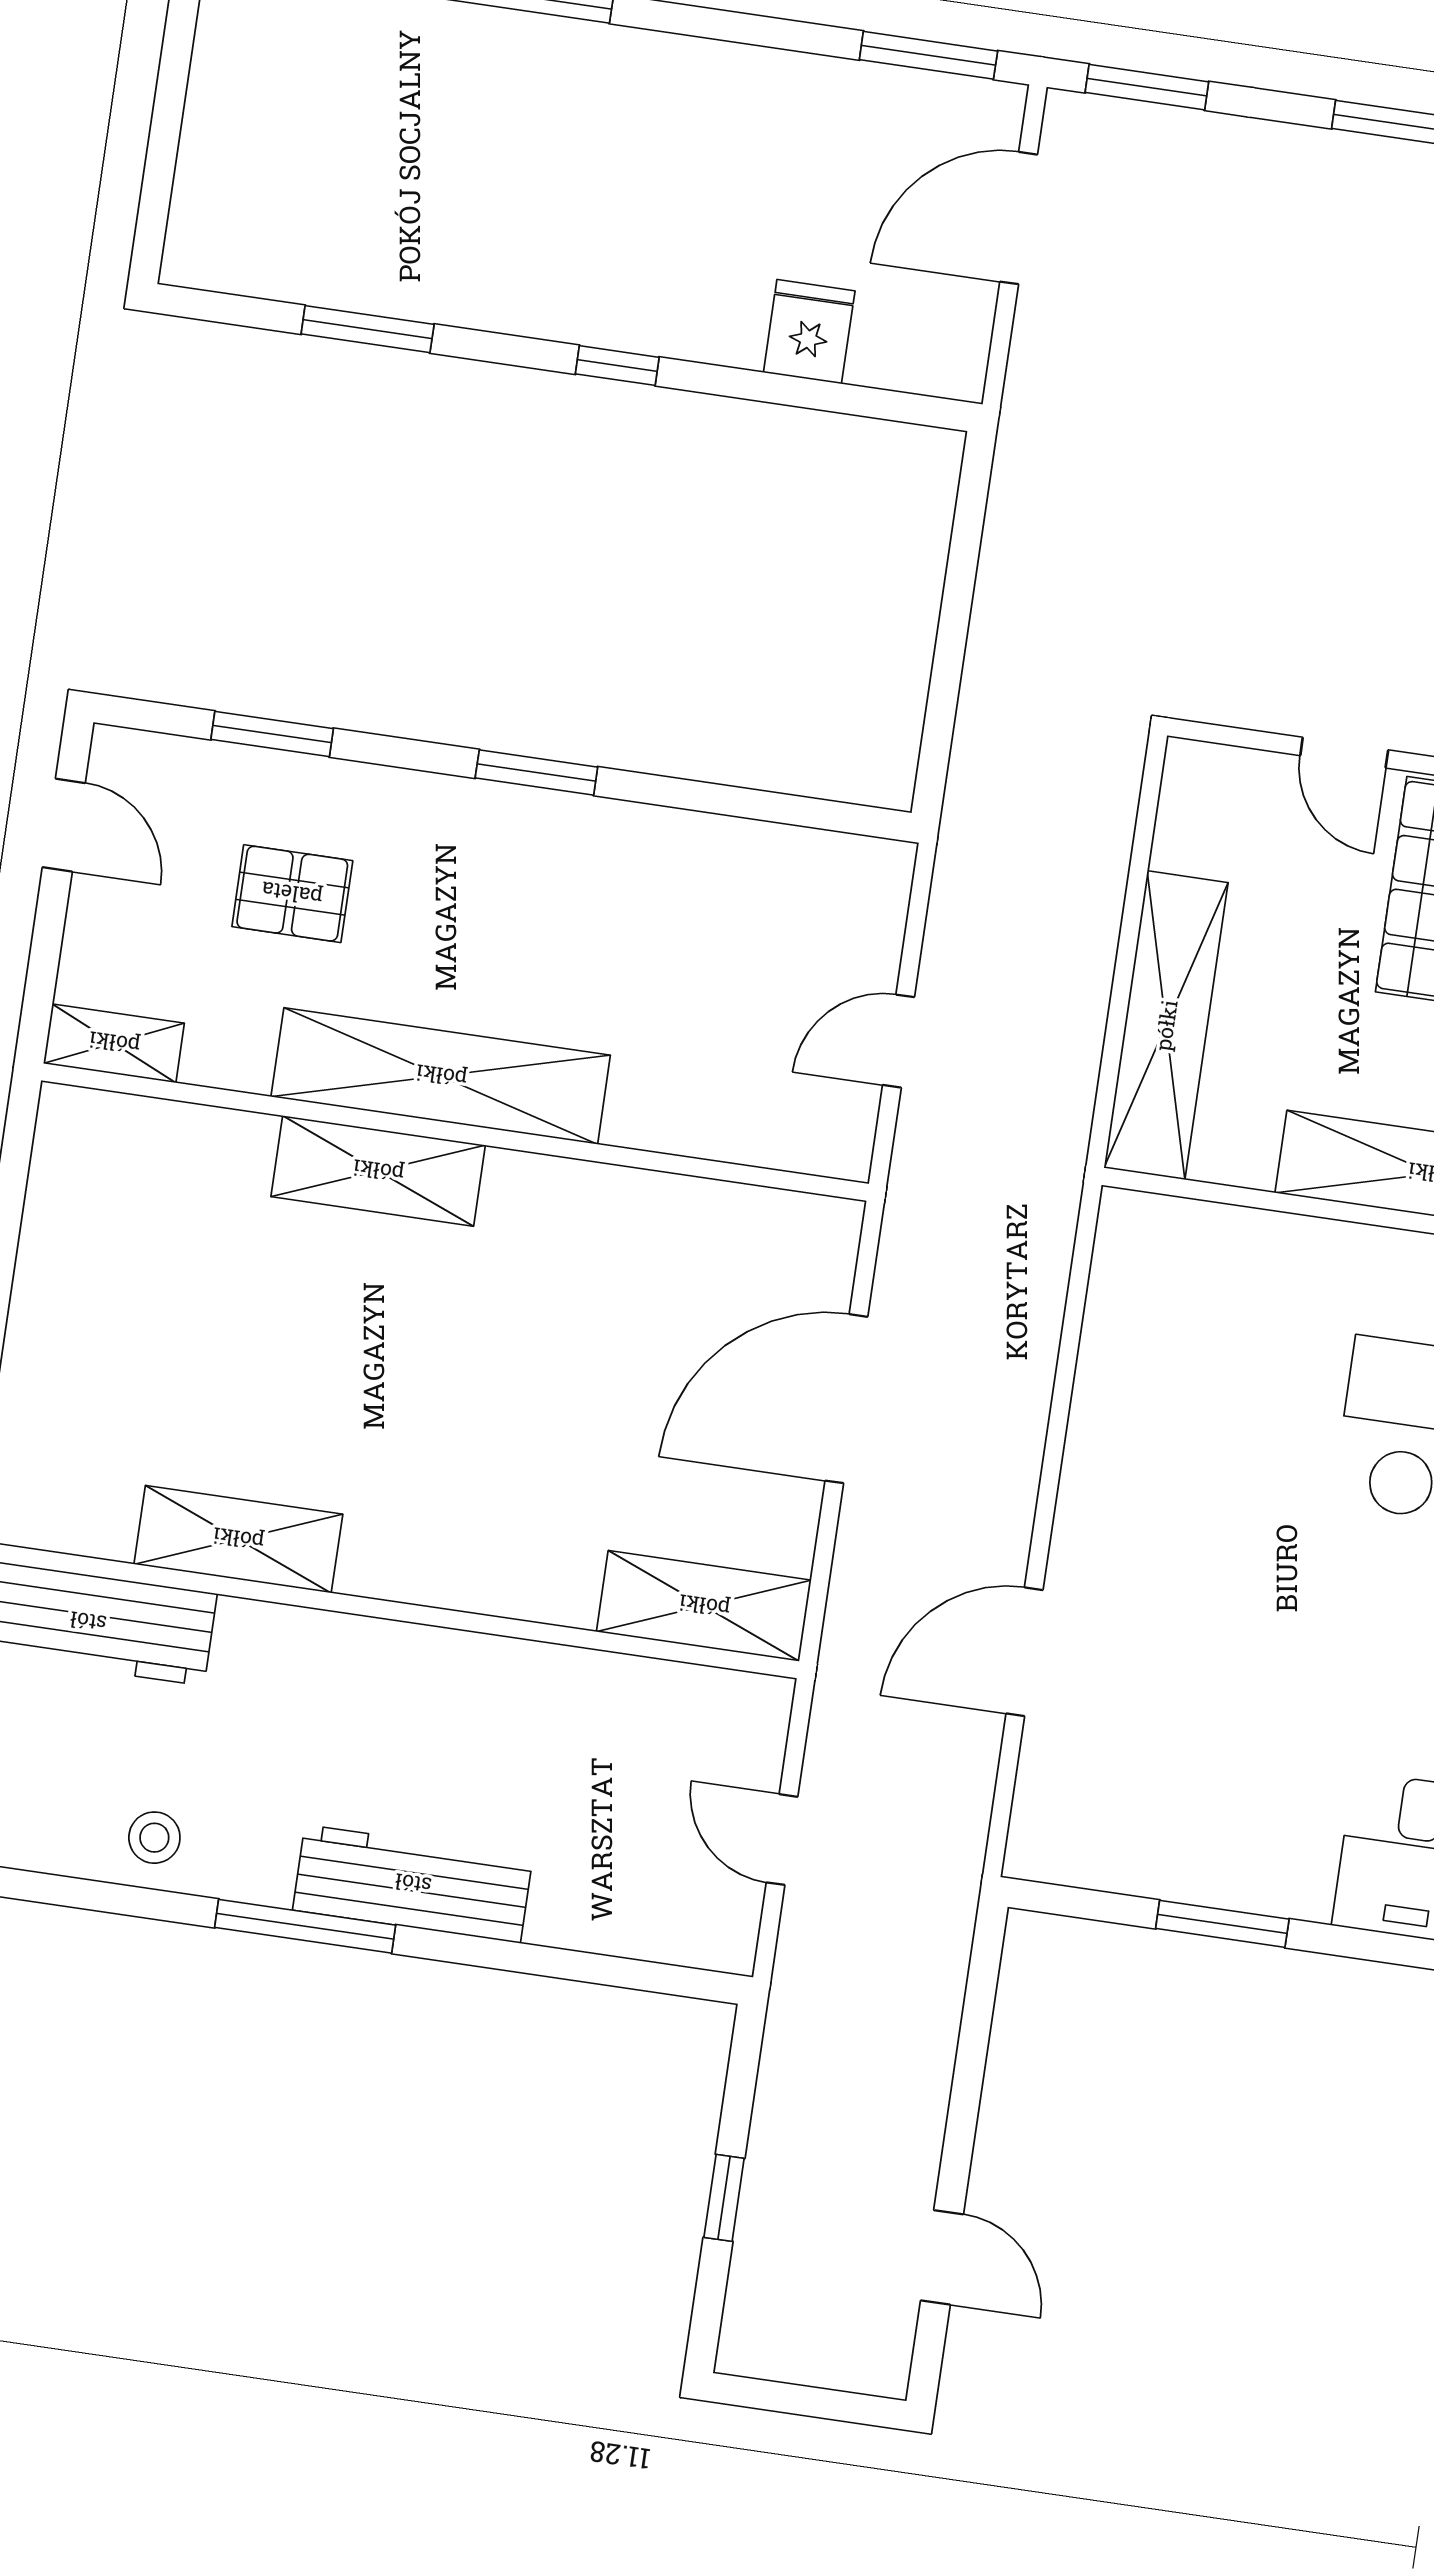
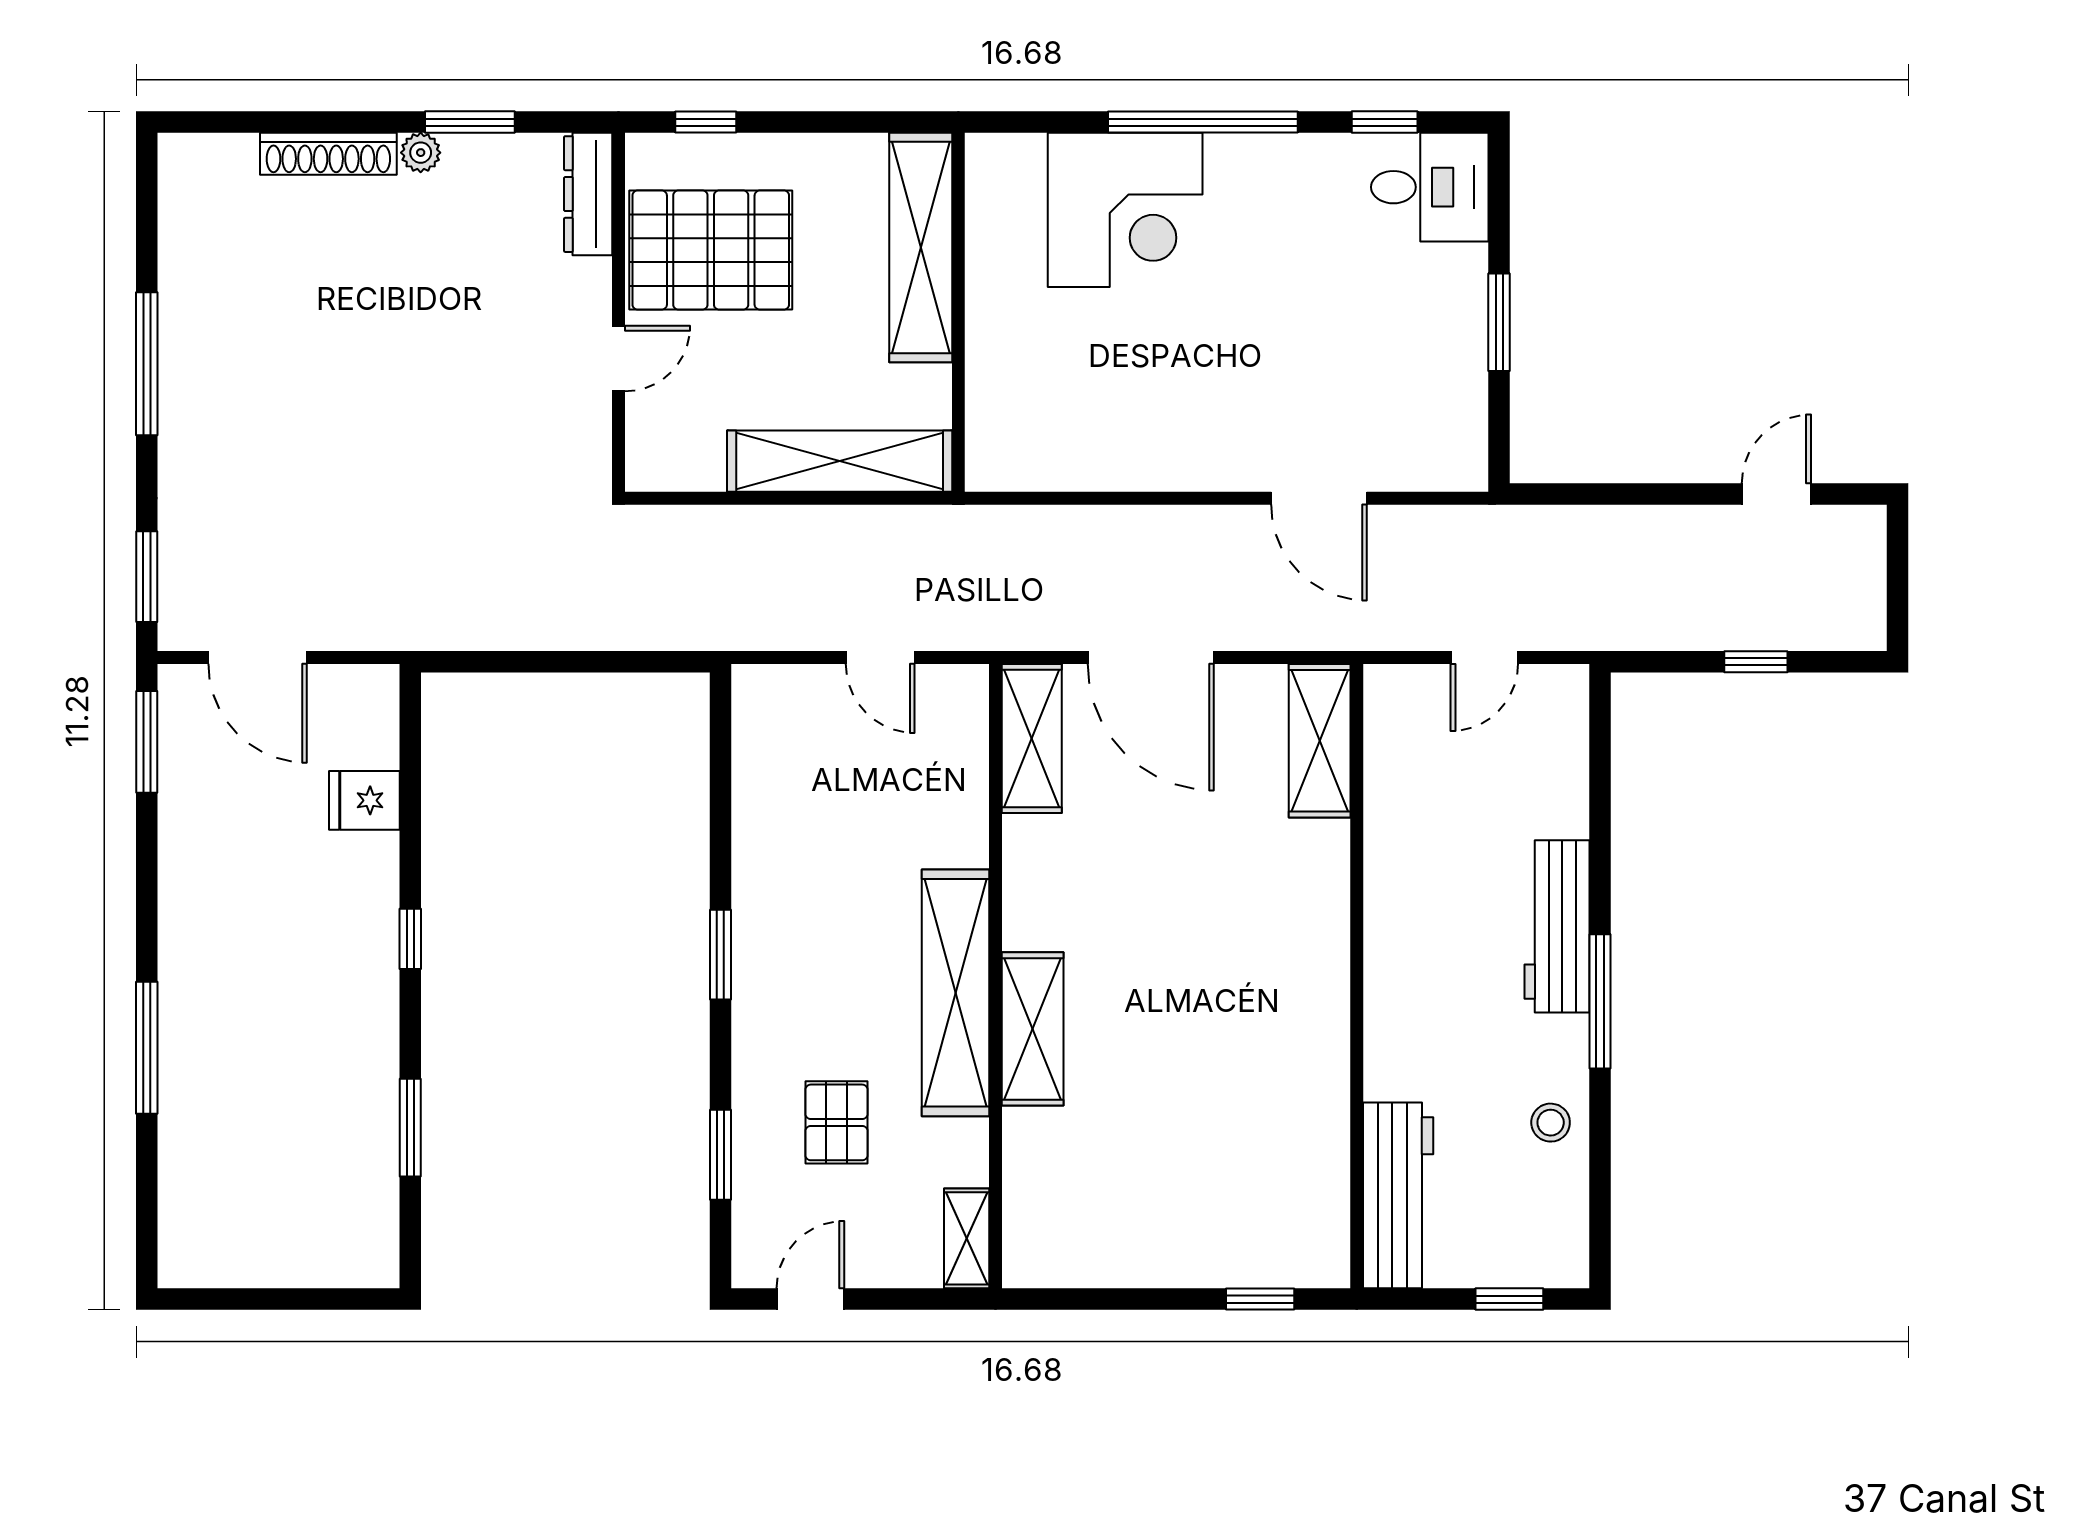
shelving: (238, 1539) -> (1032, 739), moved

